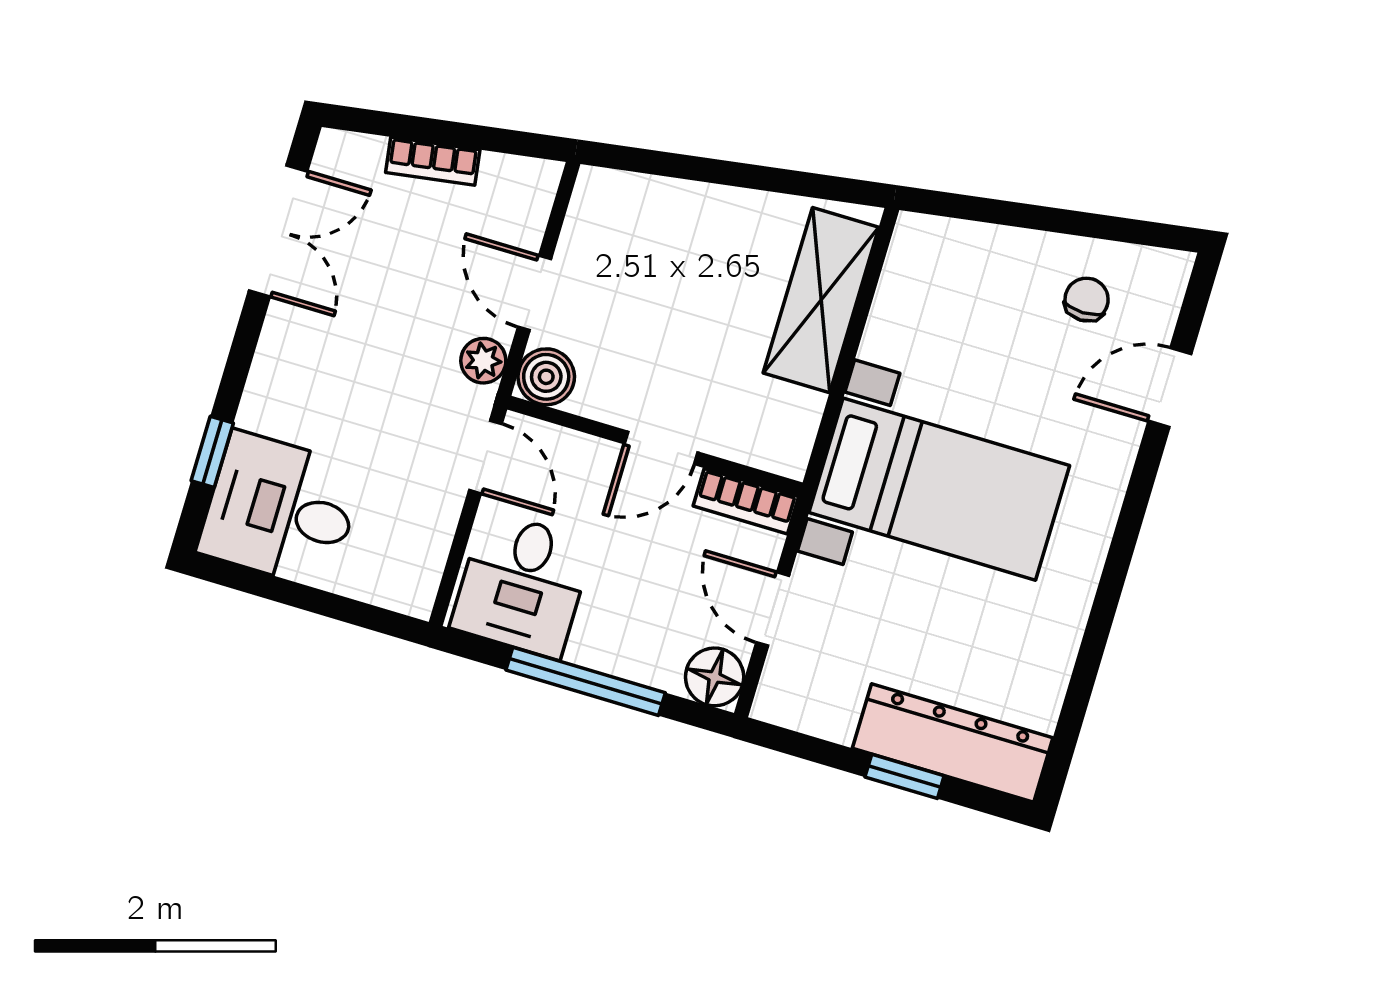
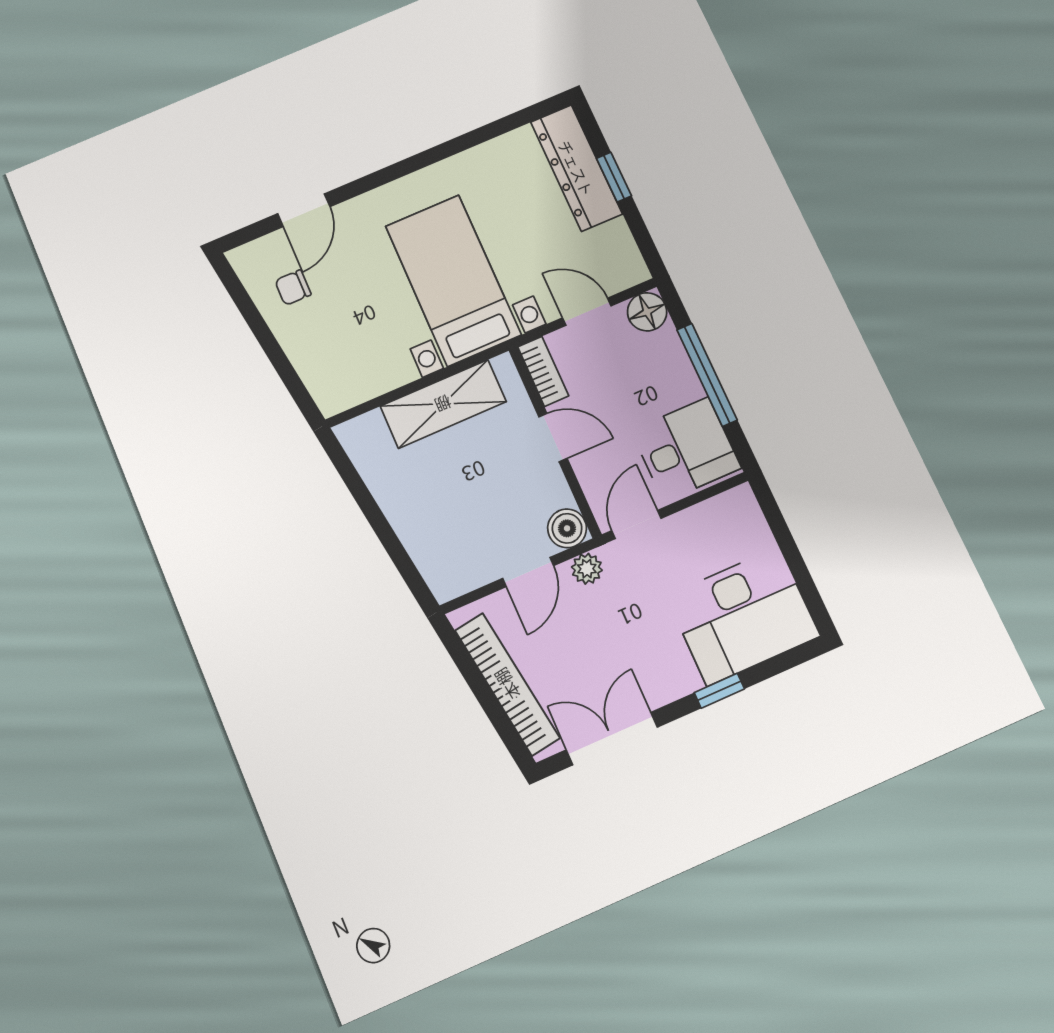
bookcase: (433, 161) -> (507, 684), width x2.31, depth x1.31
shelving: (821, 300) -> (443, 404), moved
door: (1170, 388) -> (304, 210), hinge flipped
window: (212, 452) -> (719, 691), moved
desk: (281, 510) -> (743, 616), width x1.37
door: (773, 609) -> (587, 312), swing flipped

